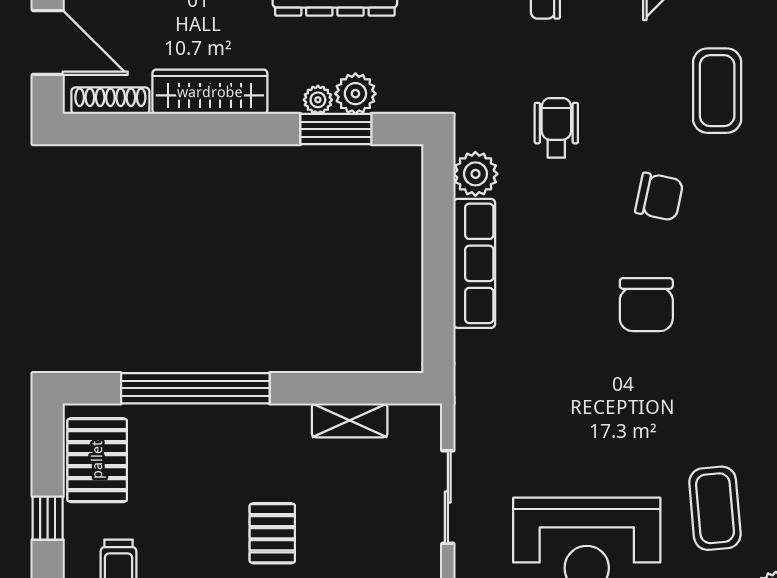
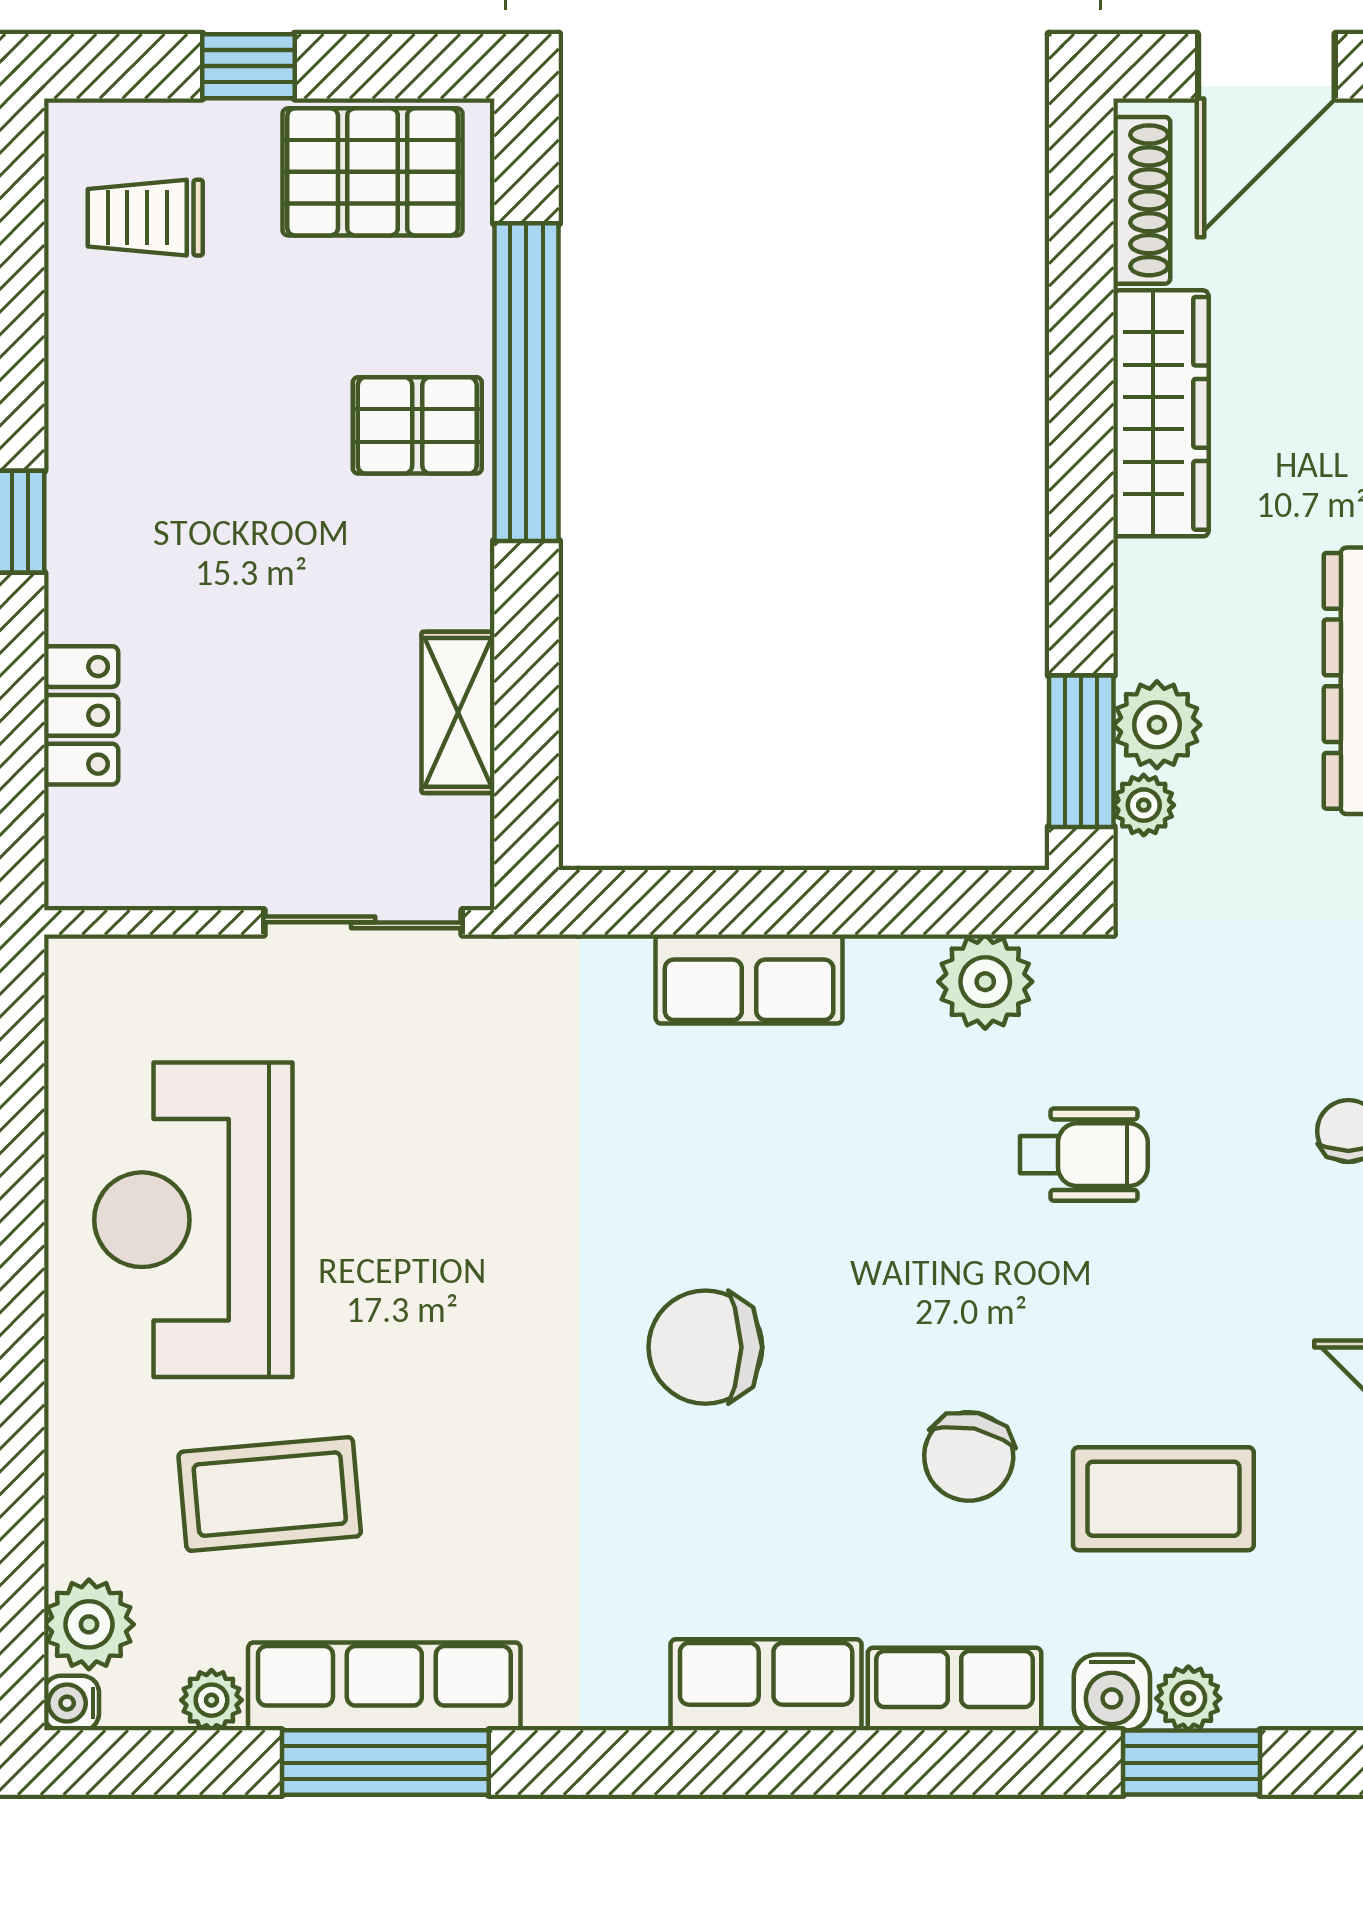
plant: (318, 100) -> (1144, 805), moved
window: (336, 129) -> (1081, 751), moved
chair: (659, 197) -> (969, 1456), moved
row of seats: (474, 263) -> (749, 979), width x0.68
sliding door: (448, 497) -> (363, 922), moved
pallet: (272, 533) -> (417, 425), moved

